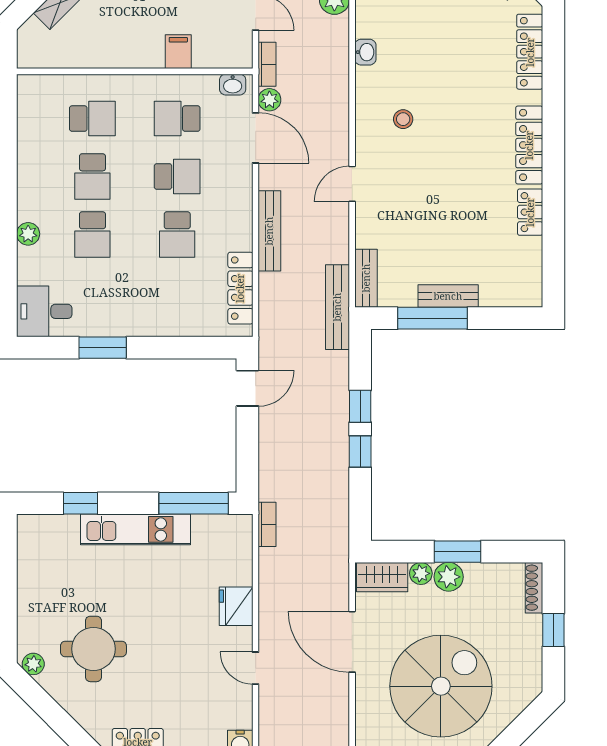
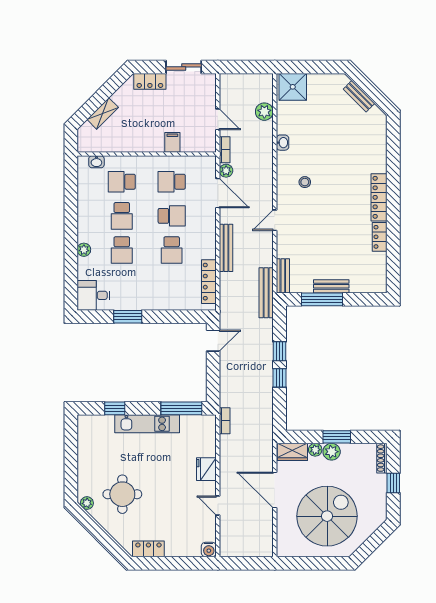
locker: (530, 52) -> (379, 142), removed
washbasin: (233, 85) -> (96, 162), moved
school desk: (92, 119) -> (122, 182), turned 180

